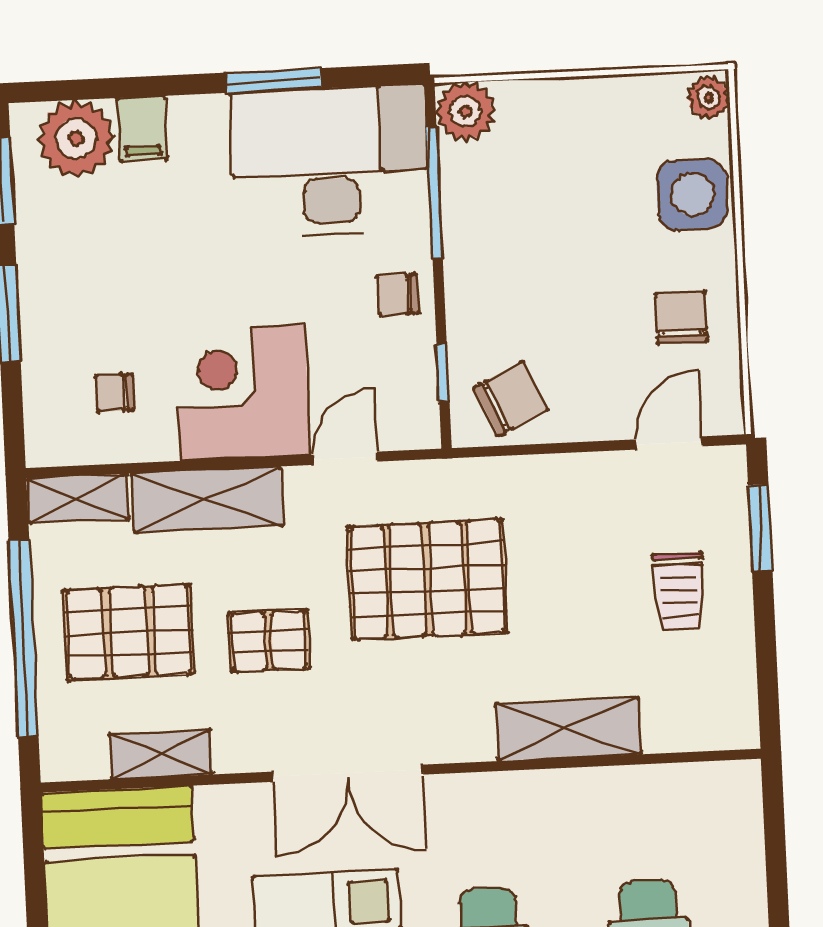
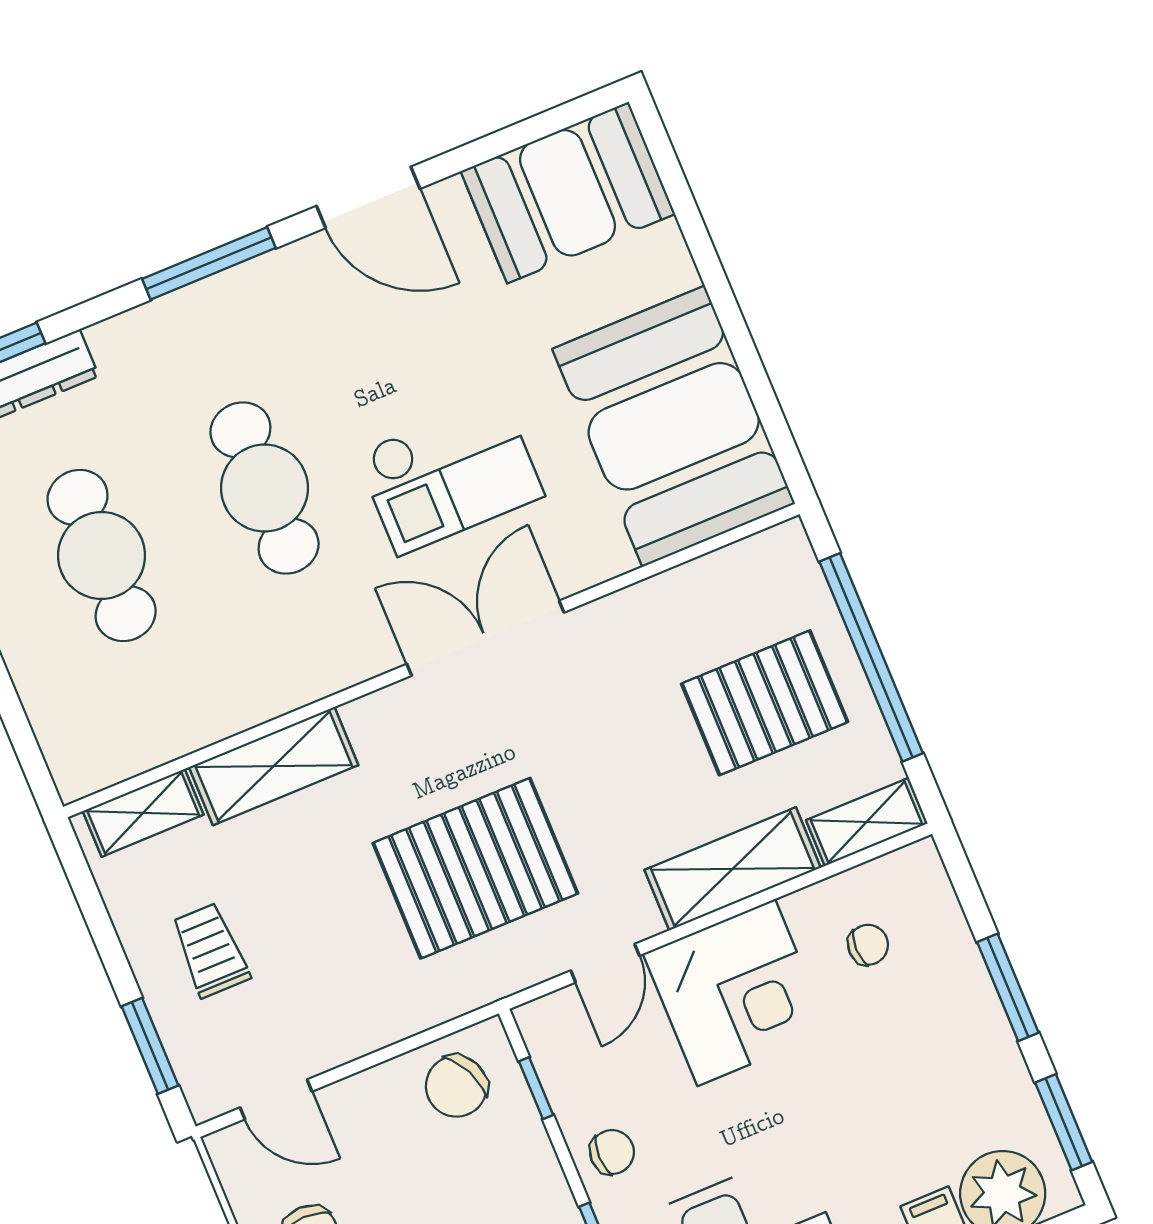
door: (669, 443) -> (276, 1099), hinge flipped
pallet: (269, 641) -> (616, 746), removed
shelving: (161, 754) -> (143, 813), moved

